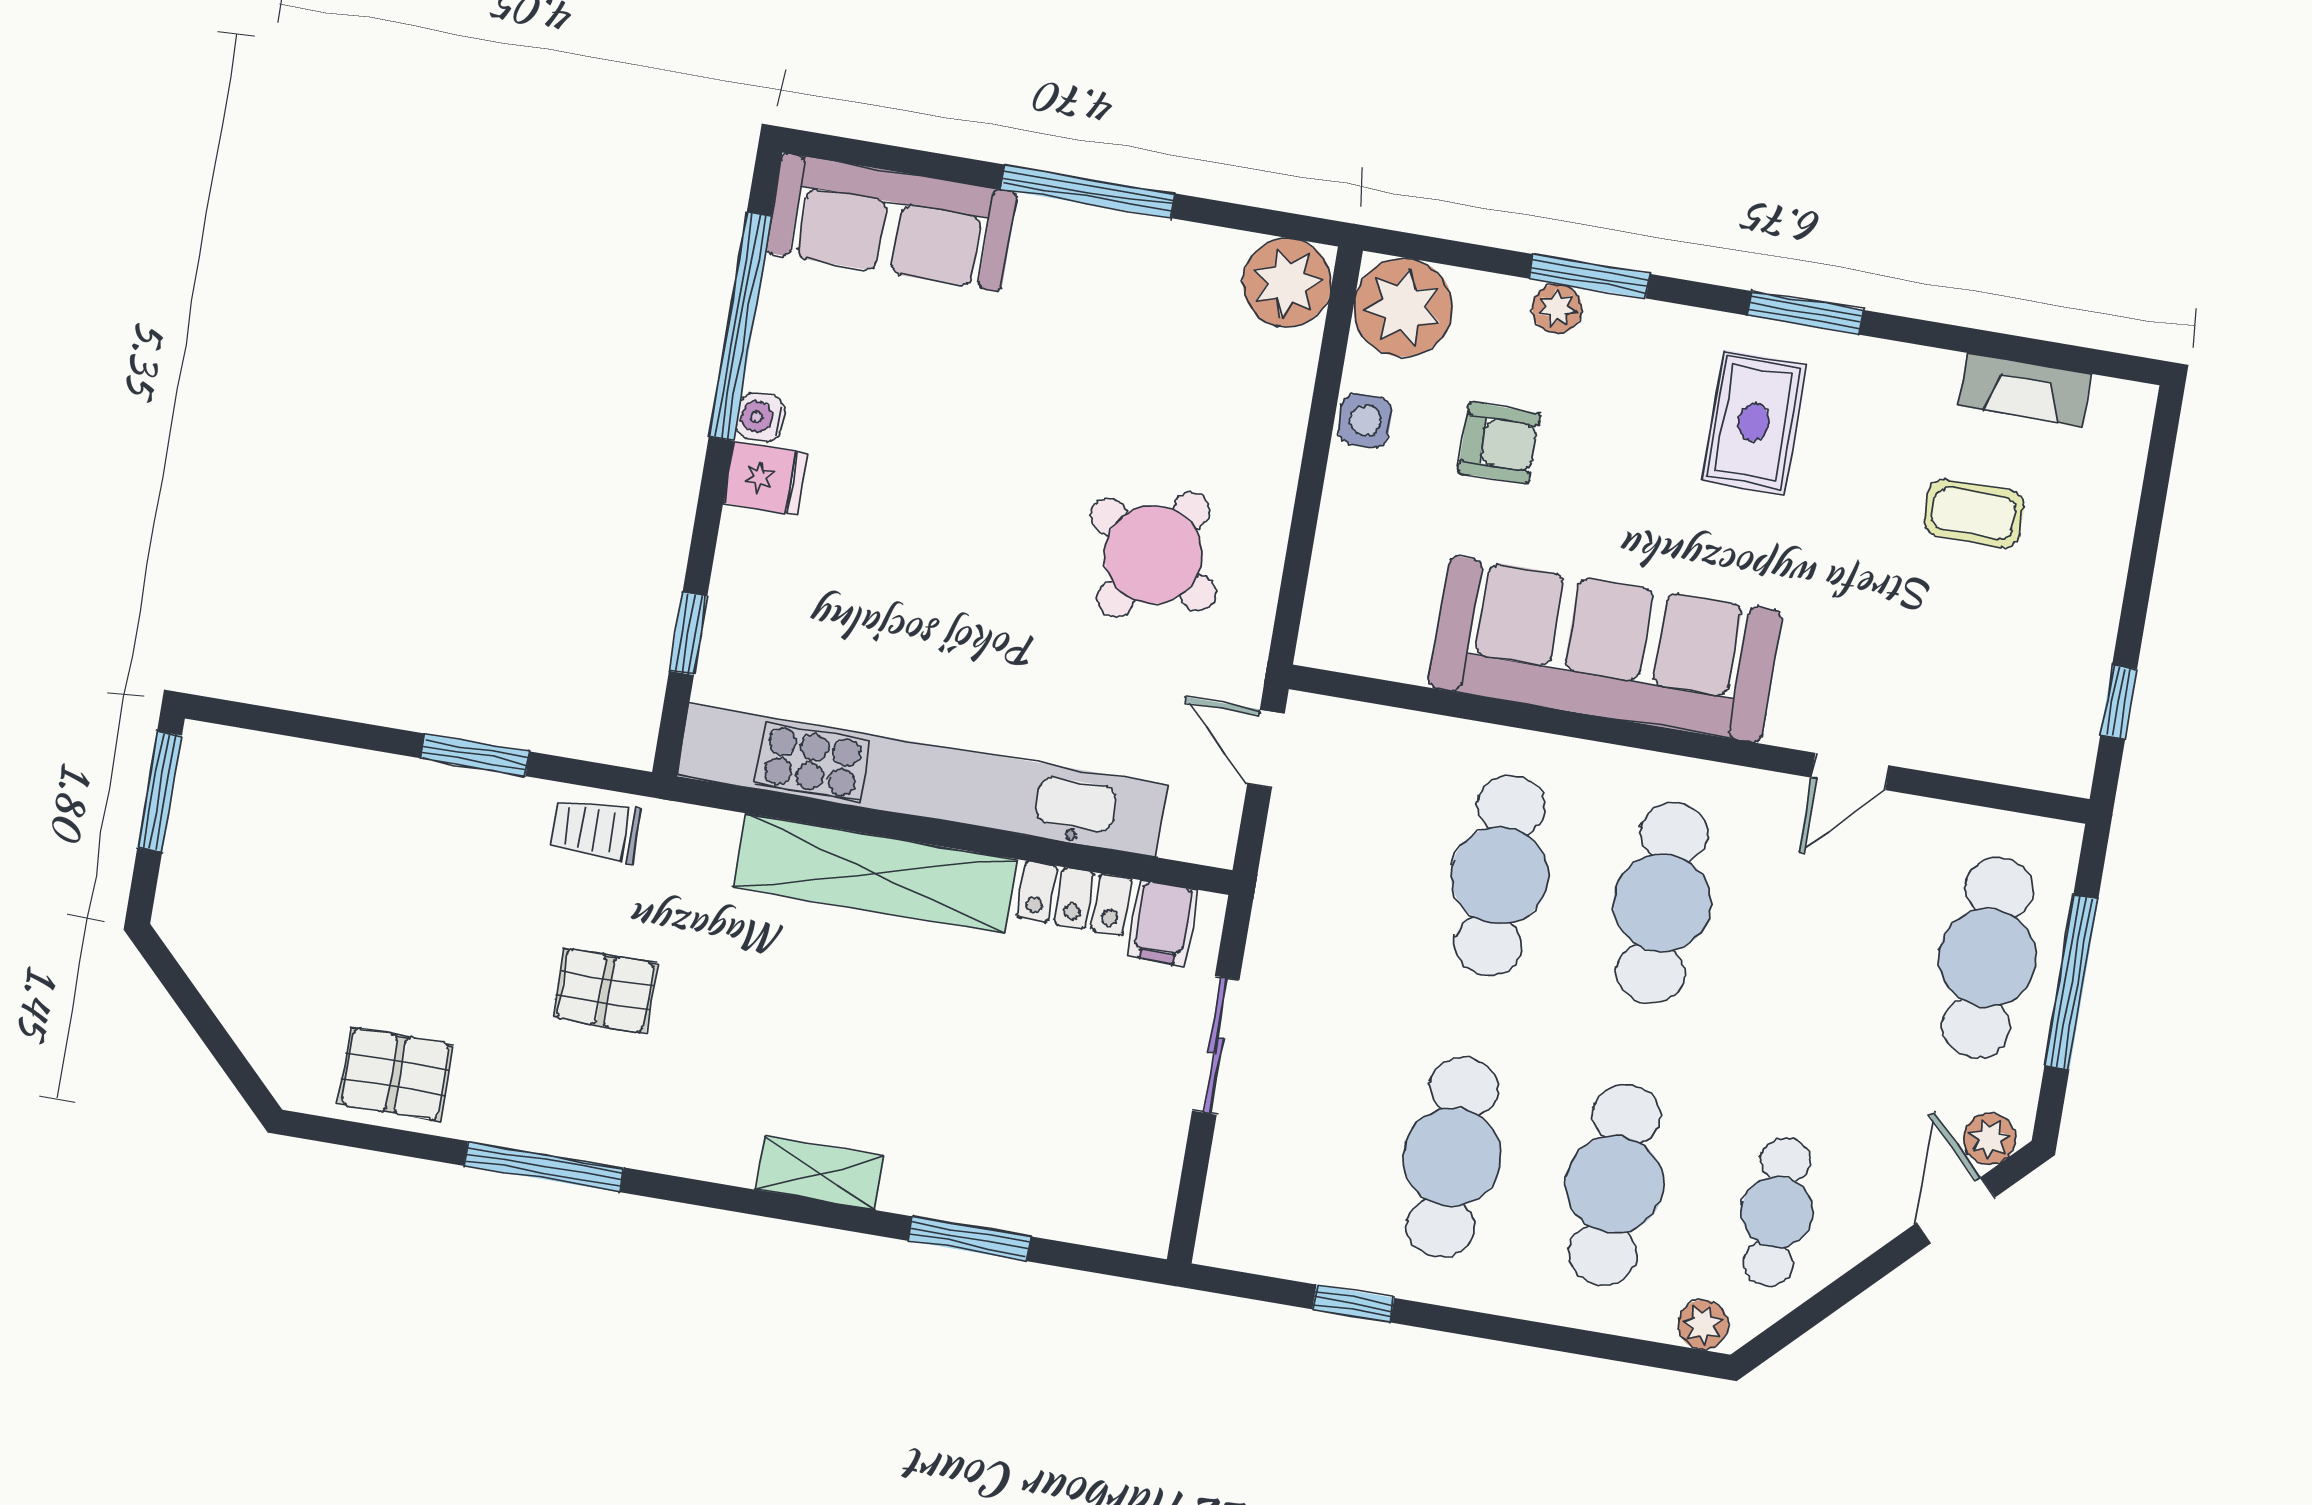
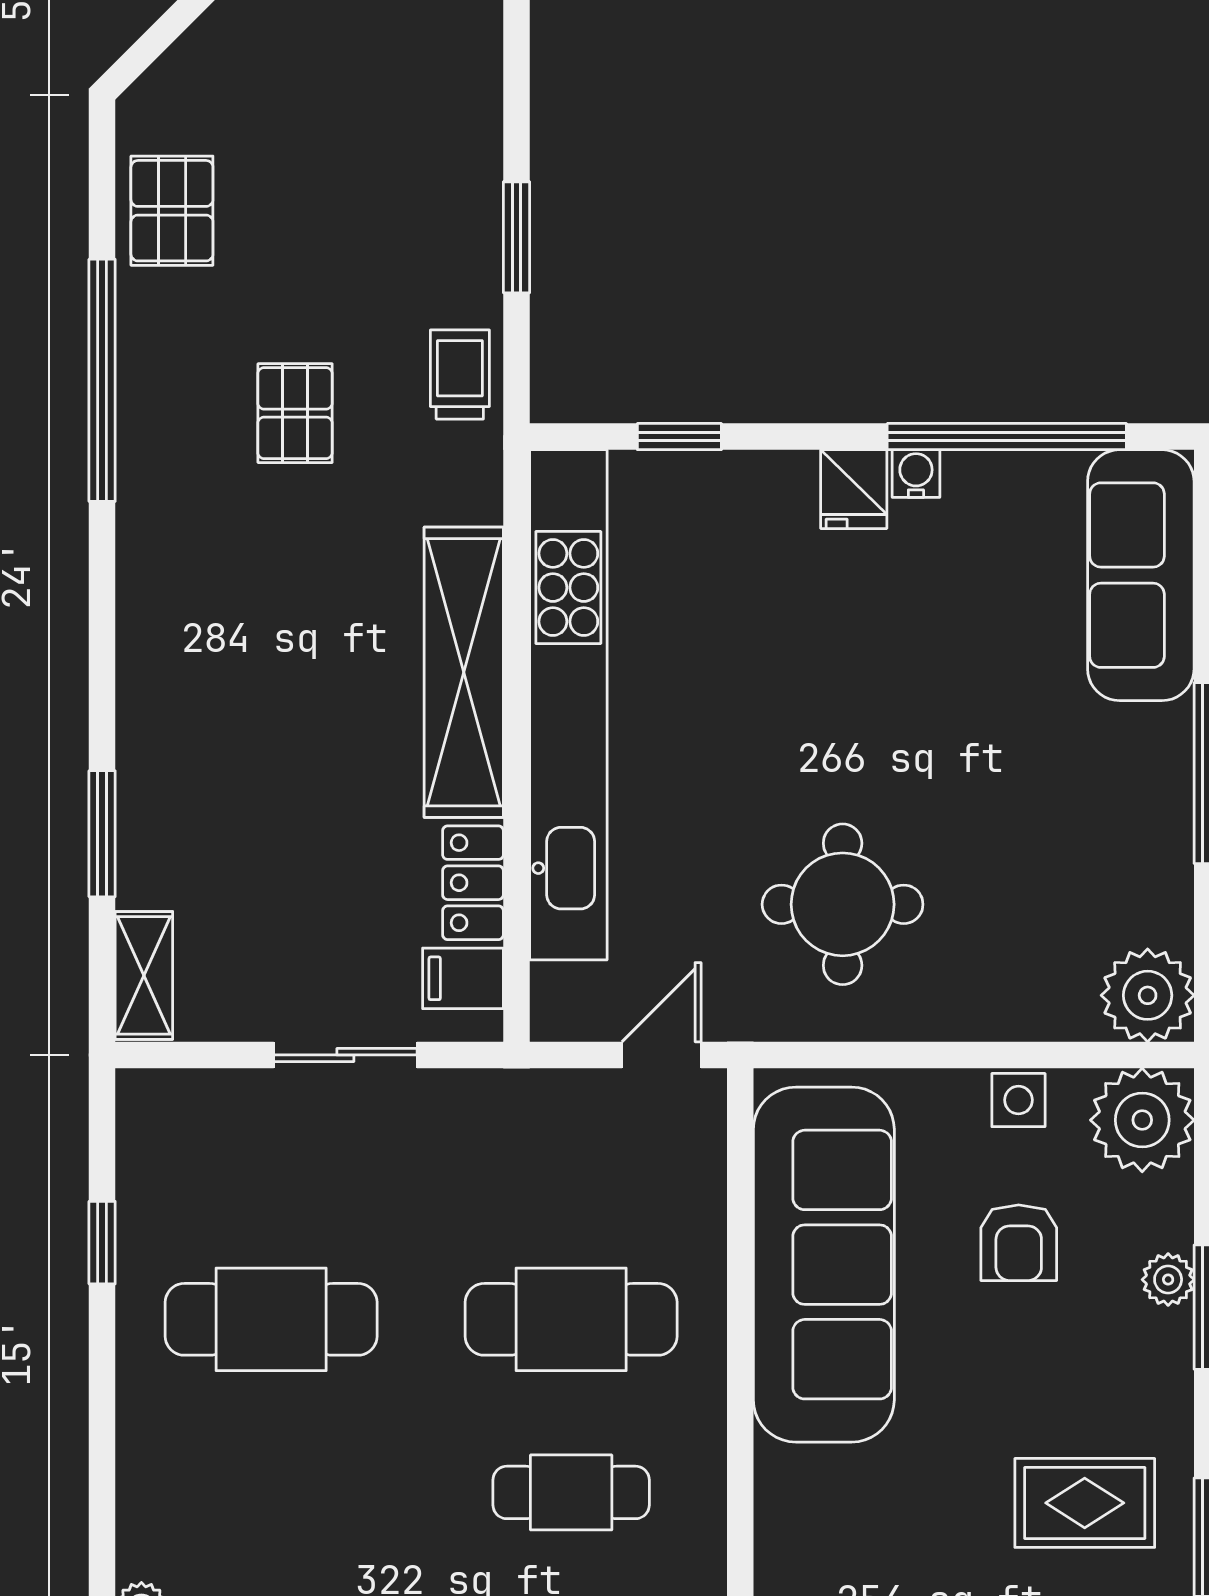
round table: (1153, 555) -> (843, 904), turned -31
sofa: (1605, 649) -> (824, 1265), moved
cafe table: (1662, 903) -> (571, 1492), width x0.73, depth x0.74
window: (544, 1167) -> (102, 380), width x1.46
shelving: (820, 1173) -> (144, 975), moved
cafe table: (1615, 1185) -> (271, 1492), removed

